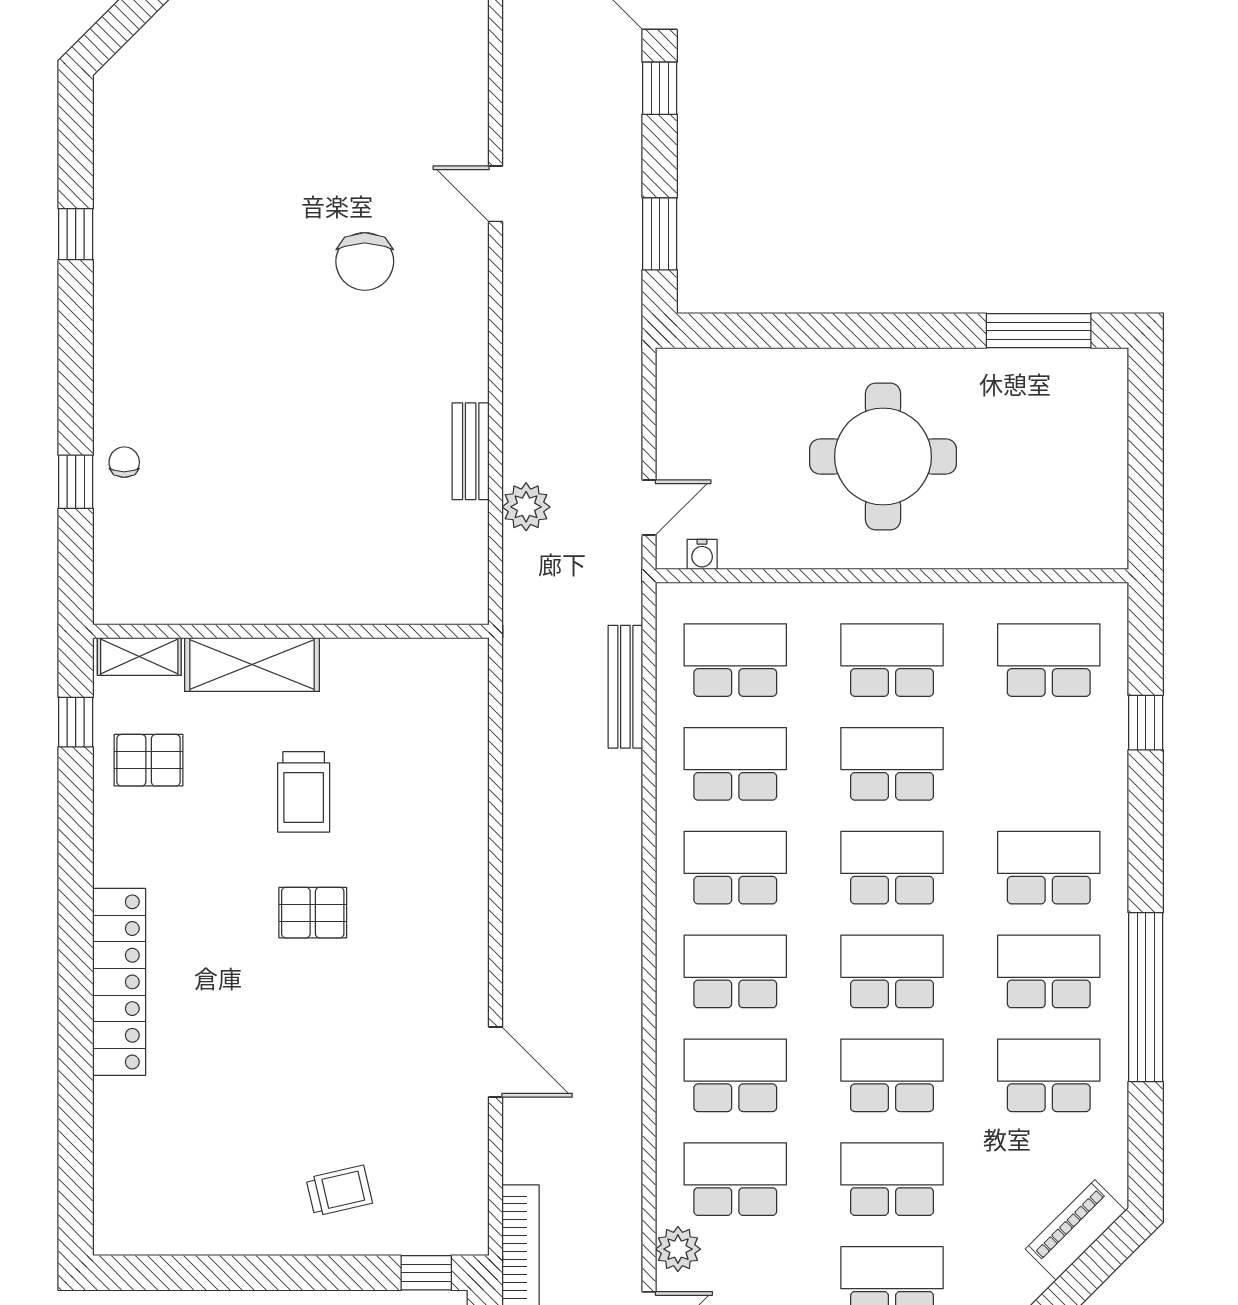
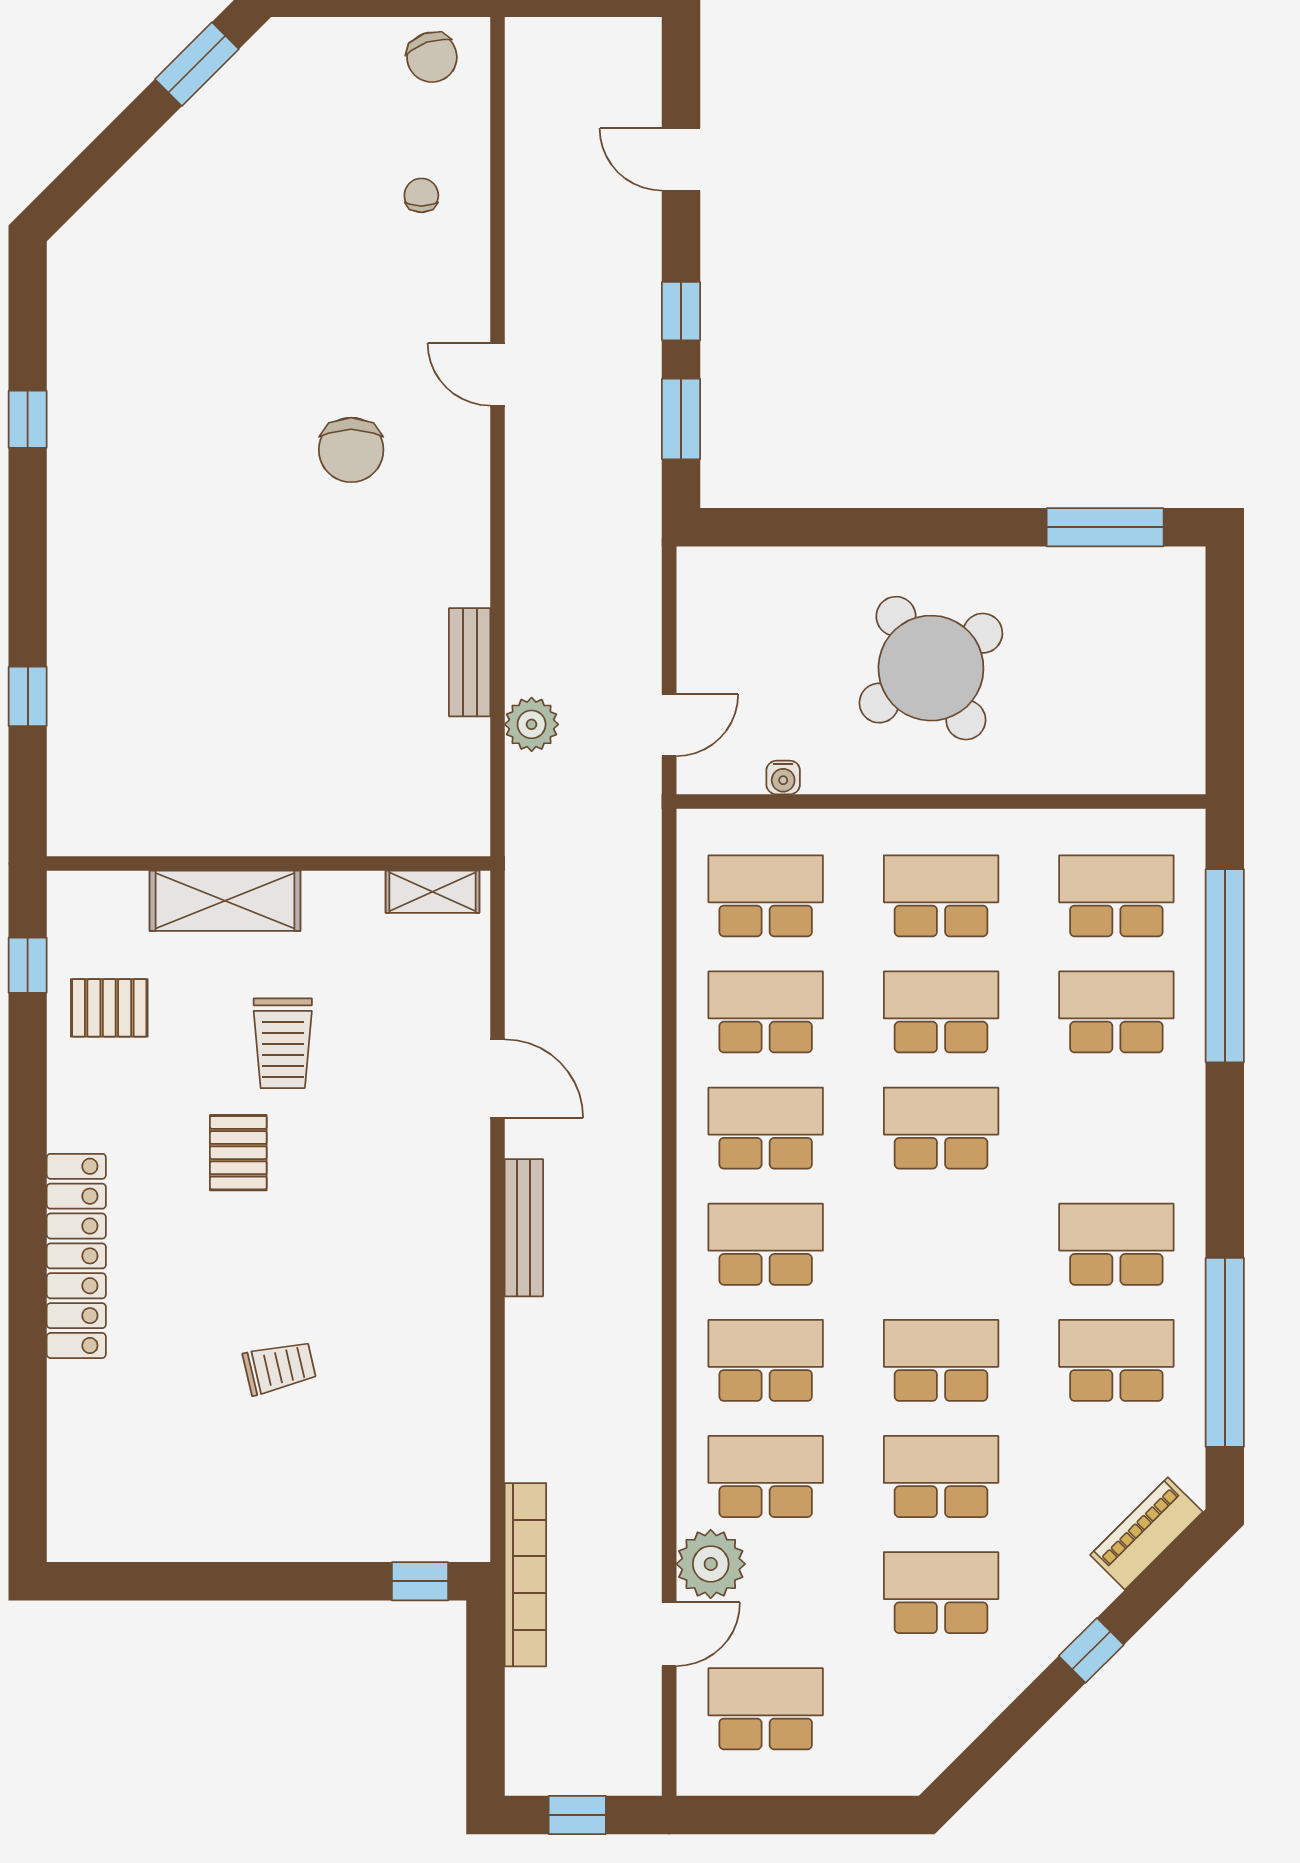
window: (660, 88) -> (681, 311), moved
round table: (883, 457) -> (931, 668), turned -34
chair: (124, 462) -> (421, 195), moved
water cooler: (702, 554) -> (783, 778), moved
shelving: (139, 656) -> (433, 892), moved
bench: (625, 687) -> (524, 1228), moved
window: (1146, 723) -> (1225, 966), width x3.17
school desk: (1049, 868) -> (1116, 1012), moved
pallet: (313, 913) -> (238, 1153), moved, turned 90
school desk: (892, 971) -> (941, 1244), removed
window: (1146, 997) -> (1225, 1352), moved
door: (496, 1062) -> (497, 1079), moved
trolley: (339, 1191) -> (279, 1367), moved
plant: (678, 1249) -> (711, 1564), width x1.36, depth x1.36

